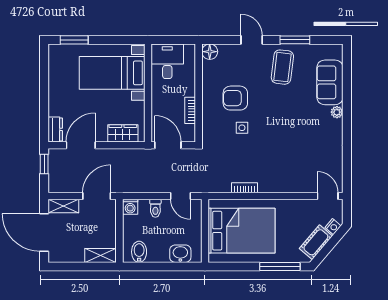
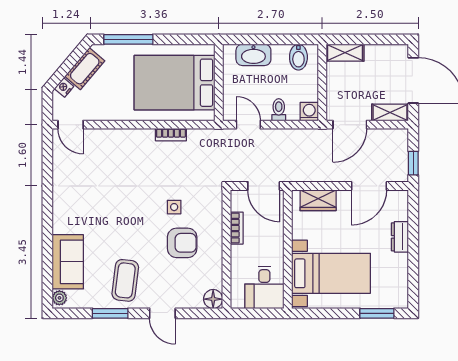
plant: (337, 112) -> (59, 298), moved
dresser: (55, 129) -> (400, 237), moved
washbasin: (180, 254) -> (253, 55), width x1.38

